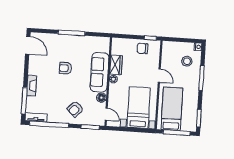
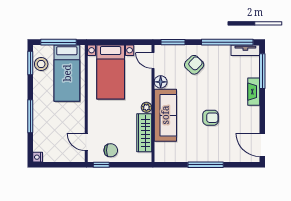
stool: (187, 61) -> (41, 64), moved
wardrobe: (116, 65) -> (144, 133), width x1.50
door: (159, 76) -> (86, 142), moved

